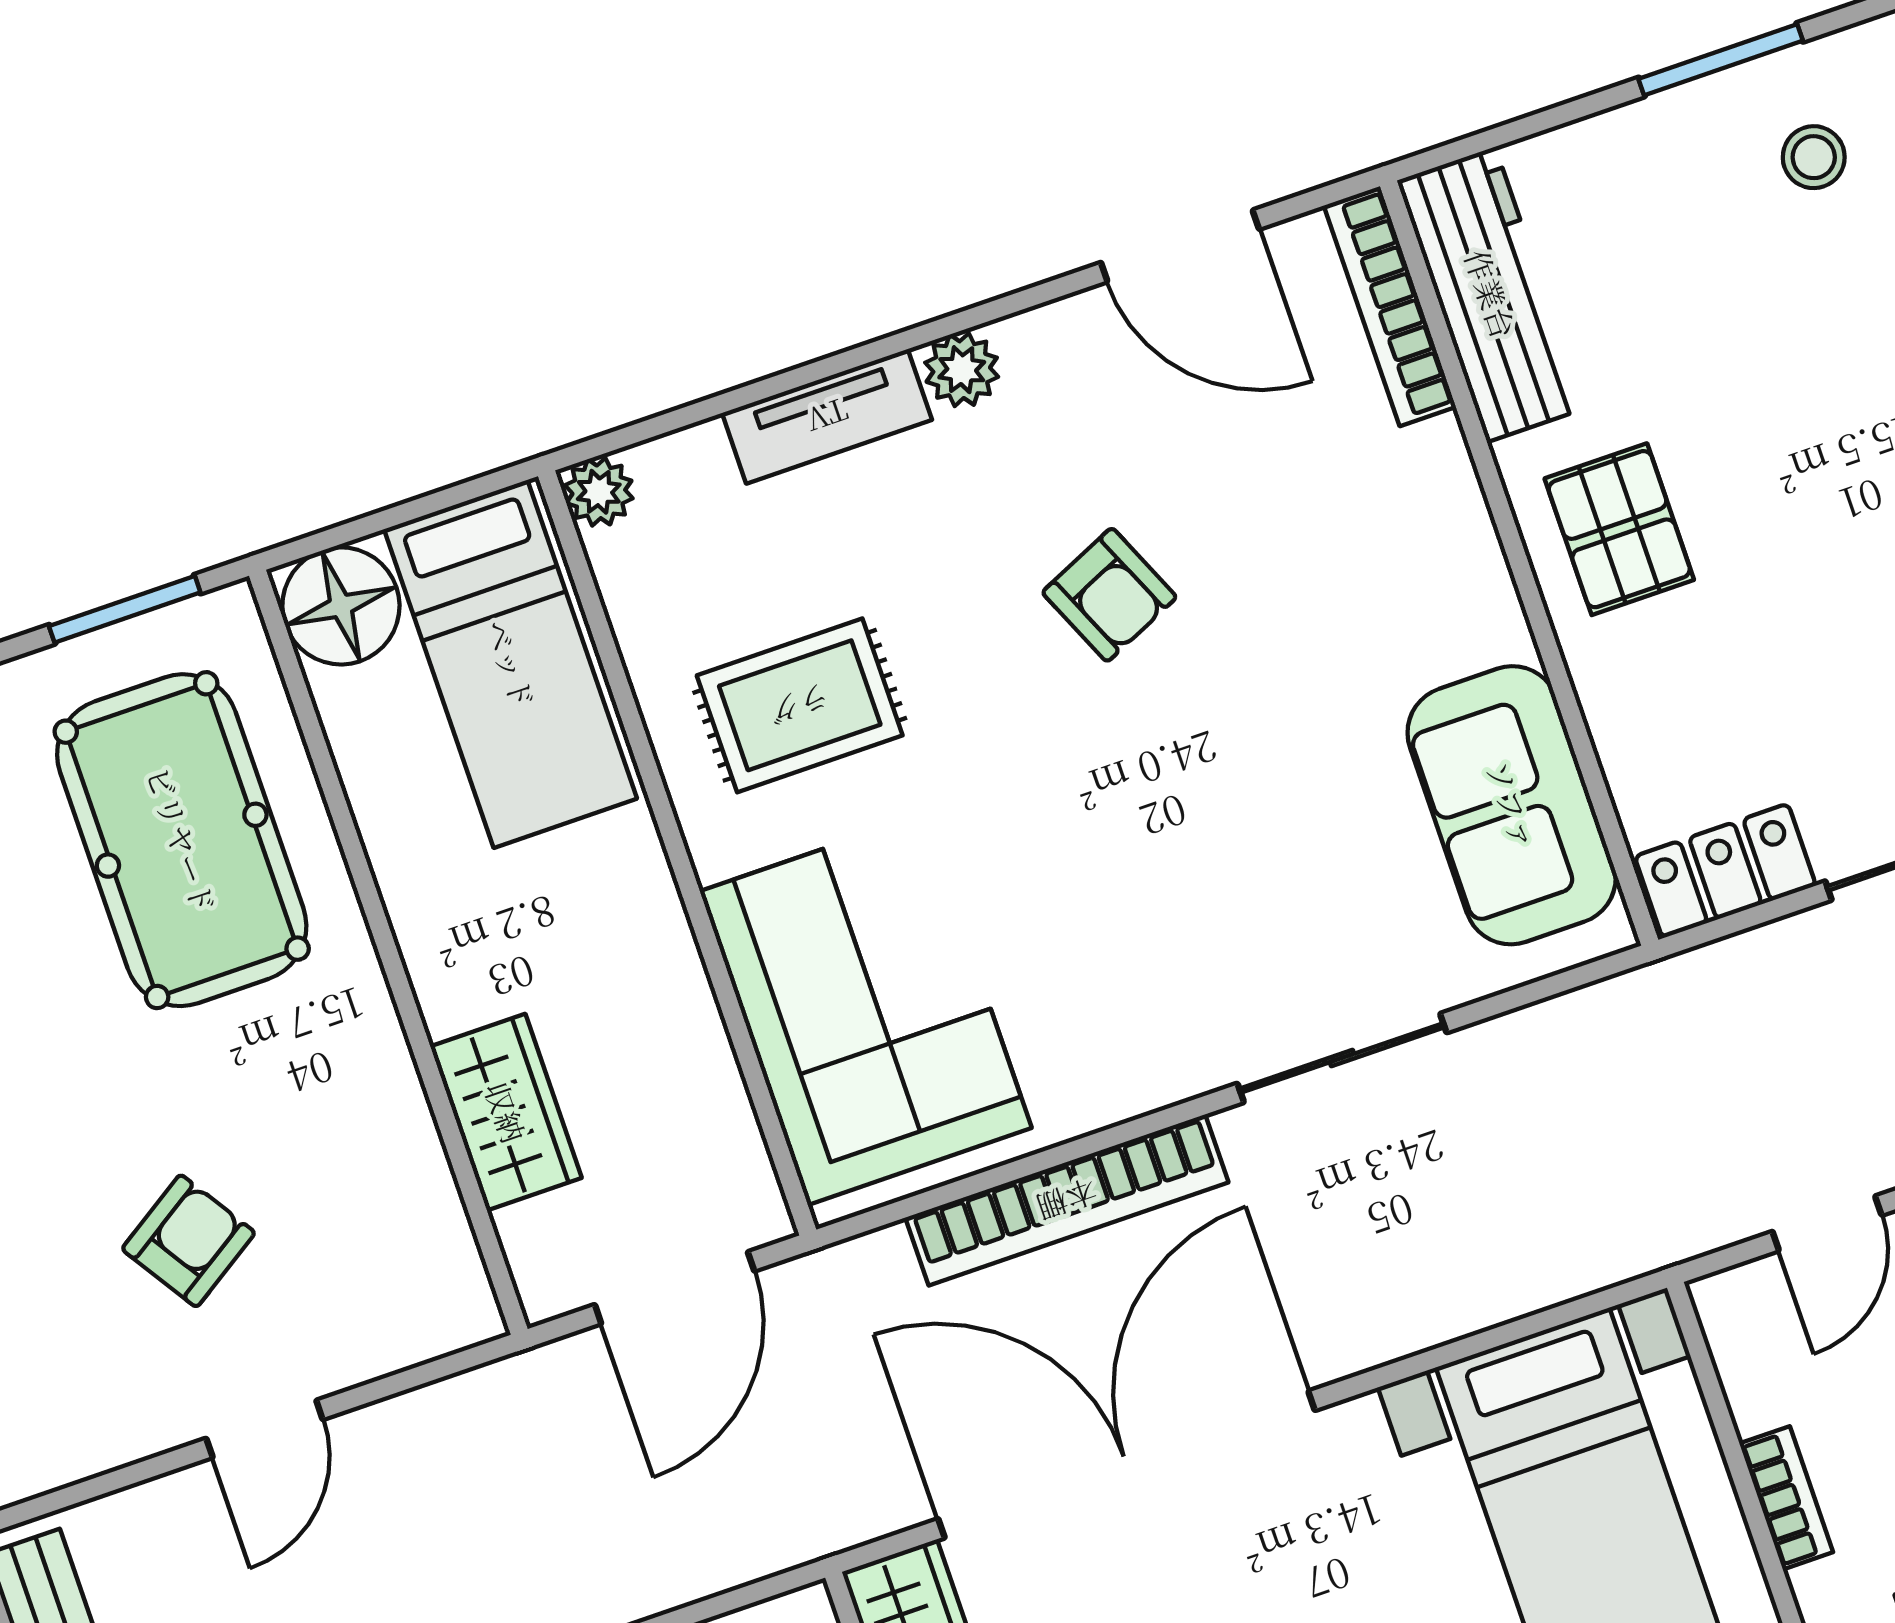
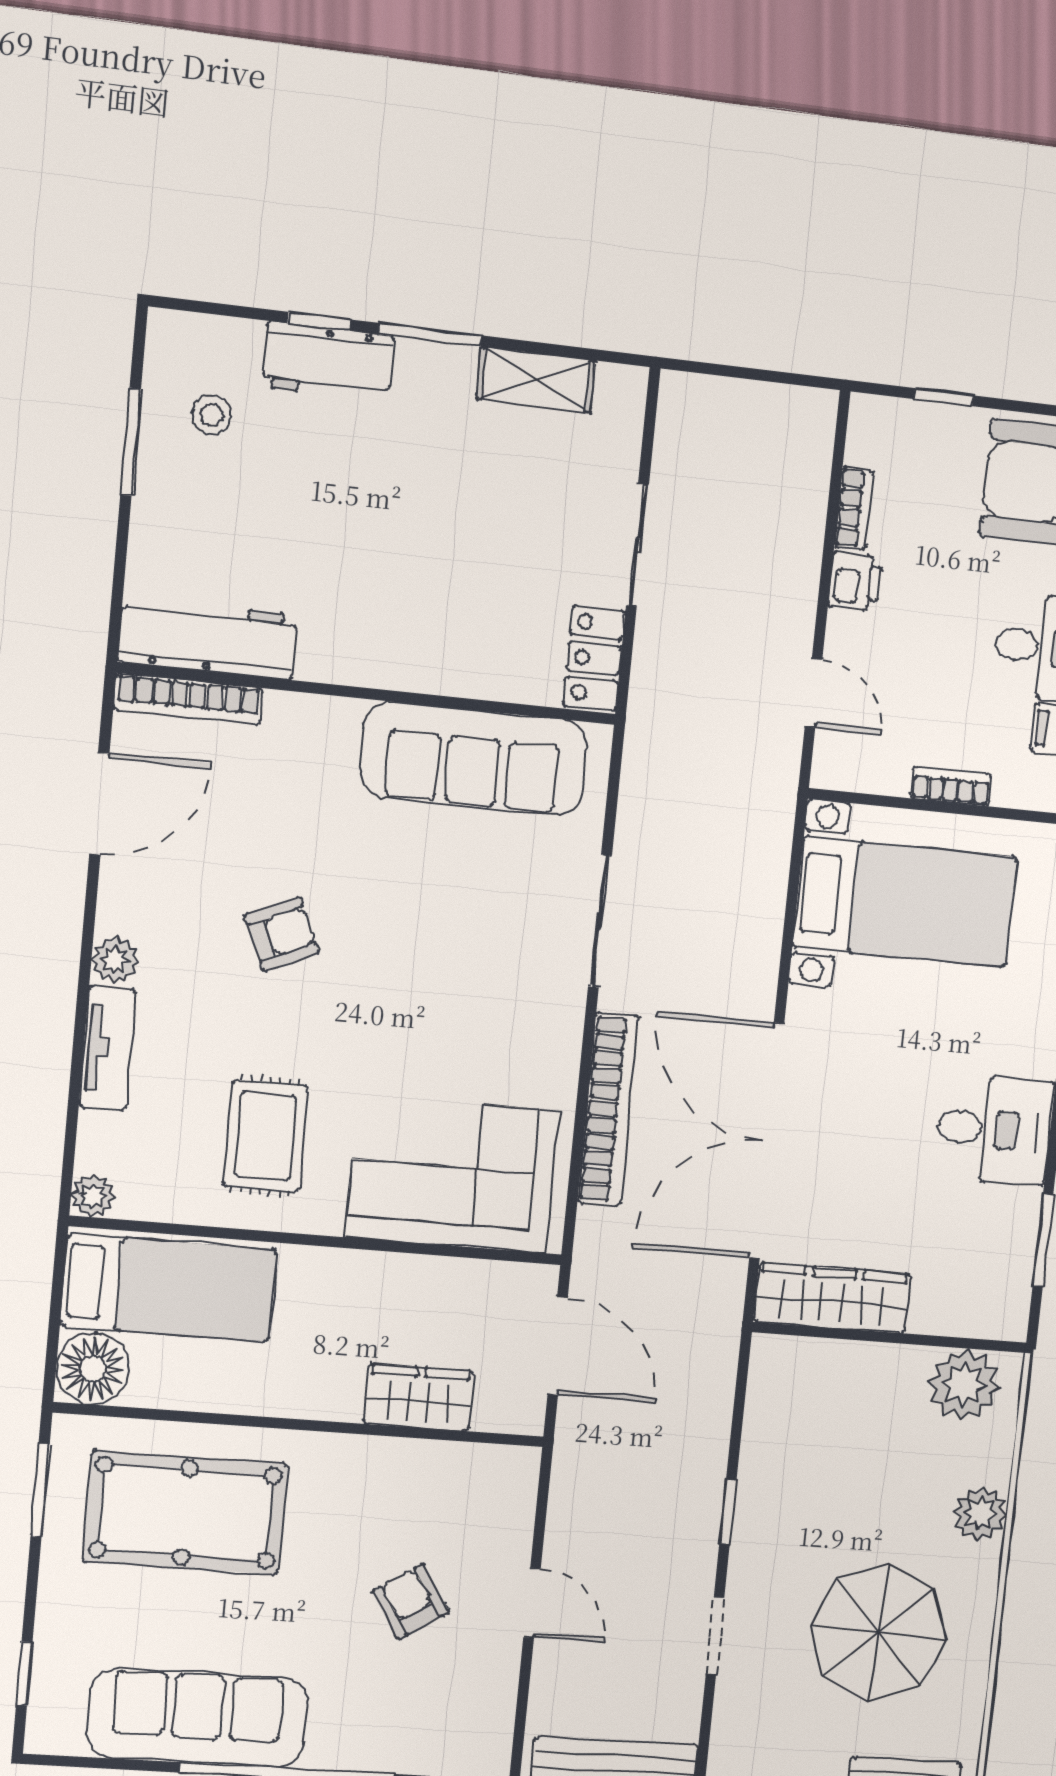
pallet: (1619, 529) -> (375, 628), removed
sofa: (1512, 805) -> (473, 758), width x1.36

